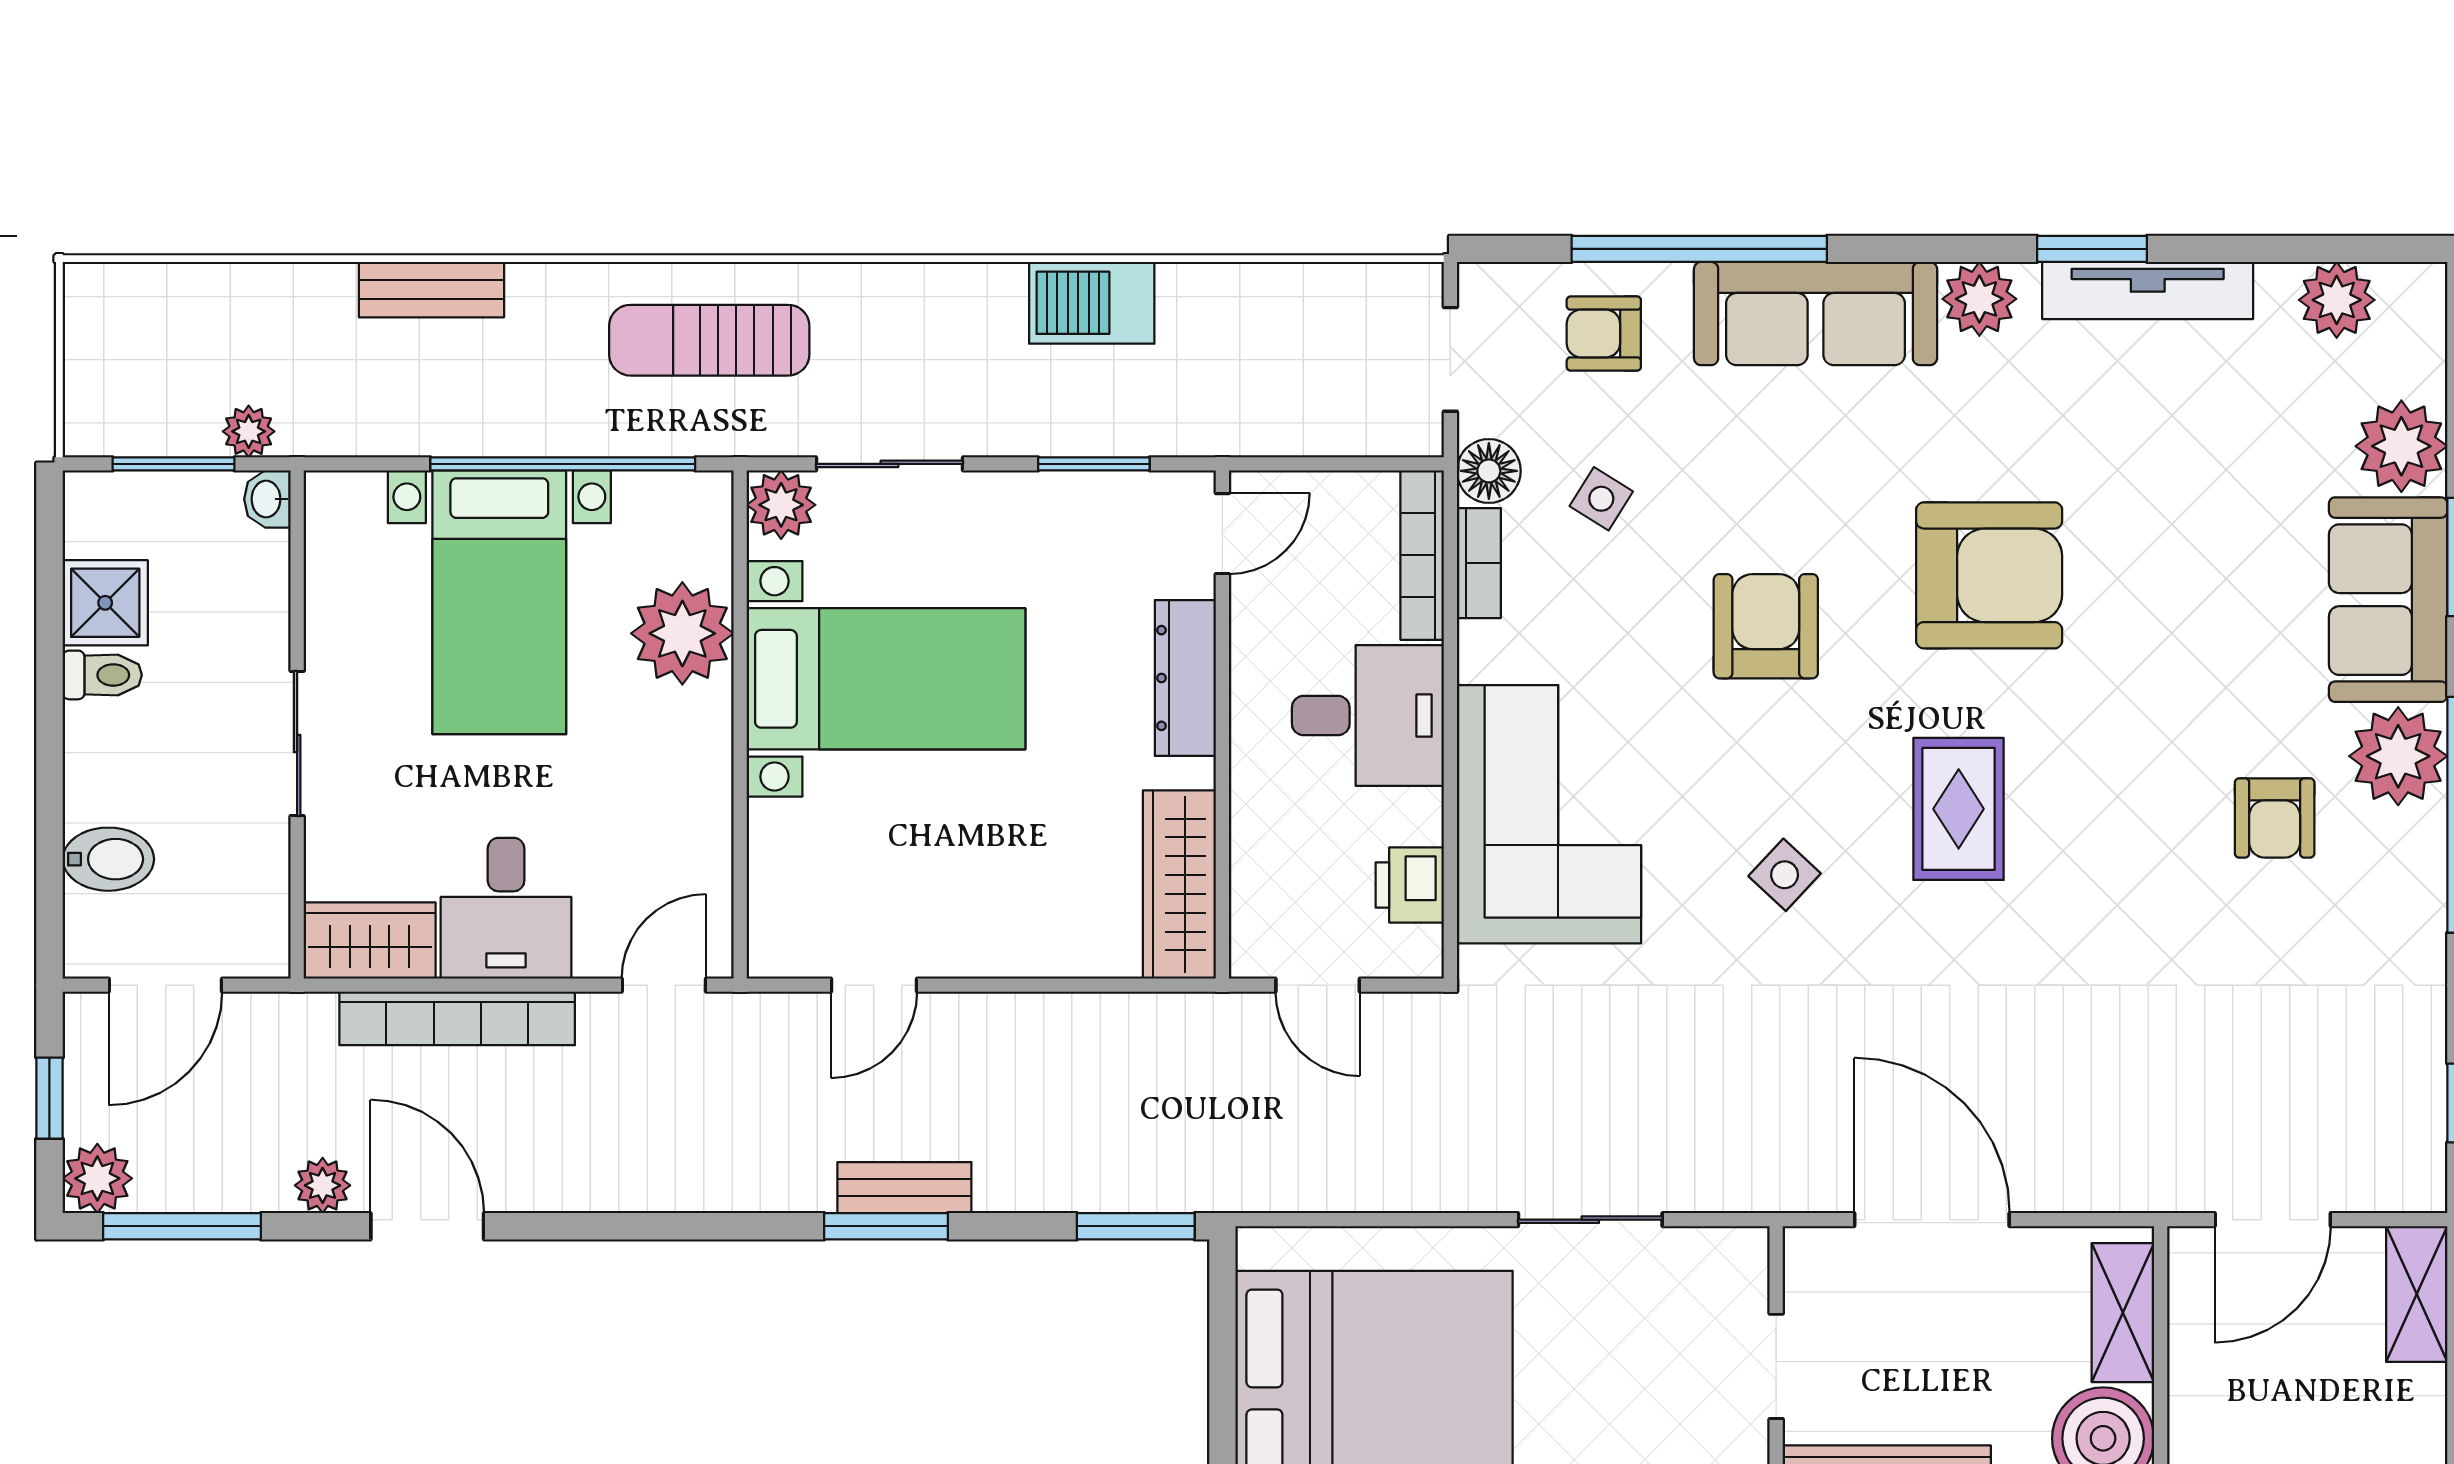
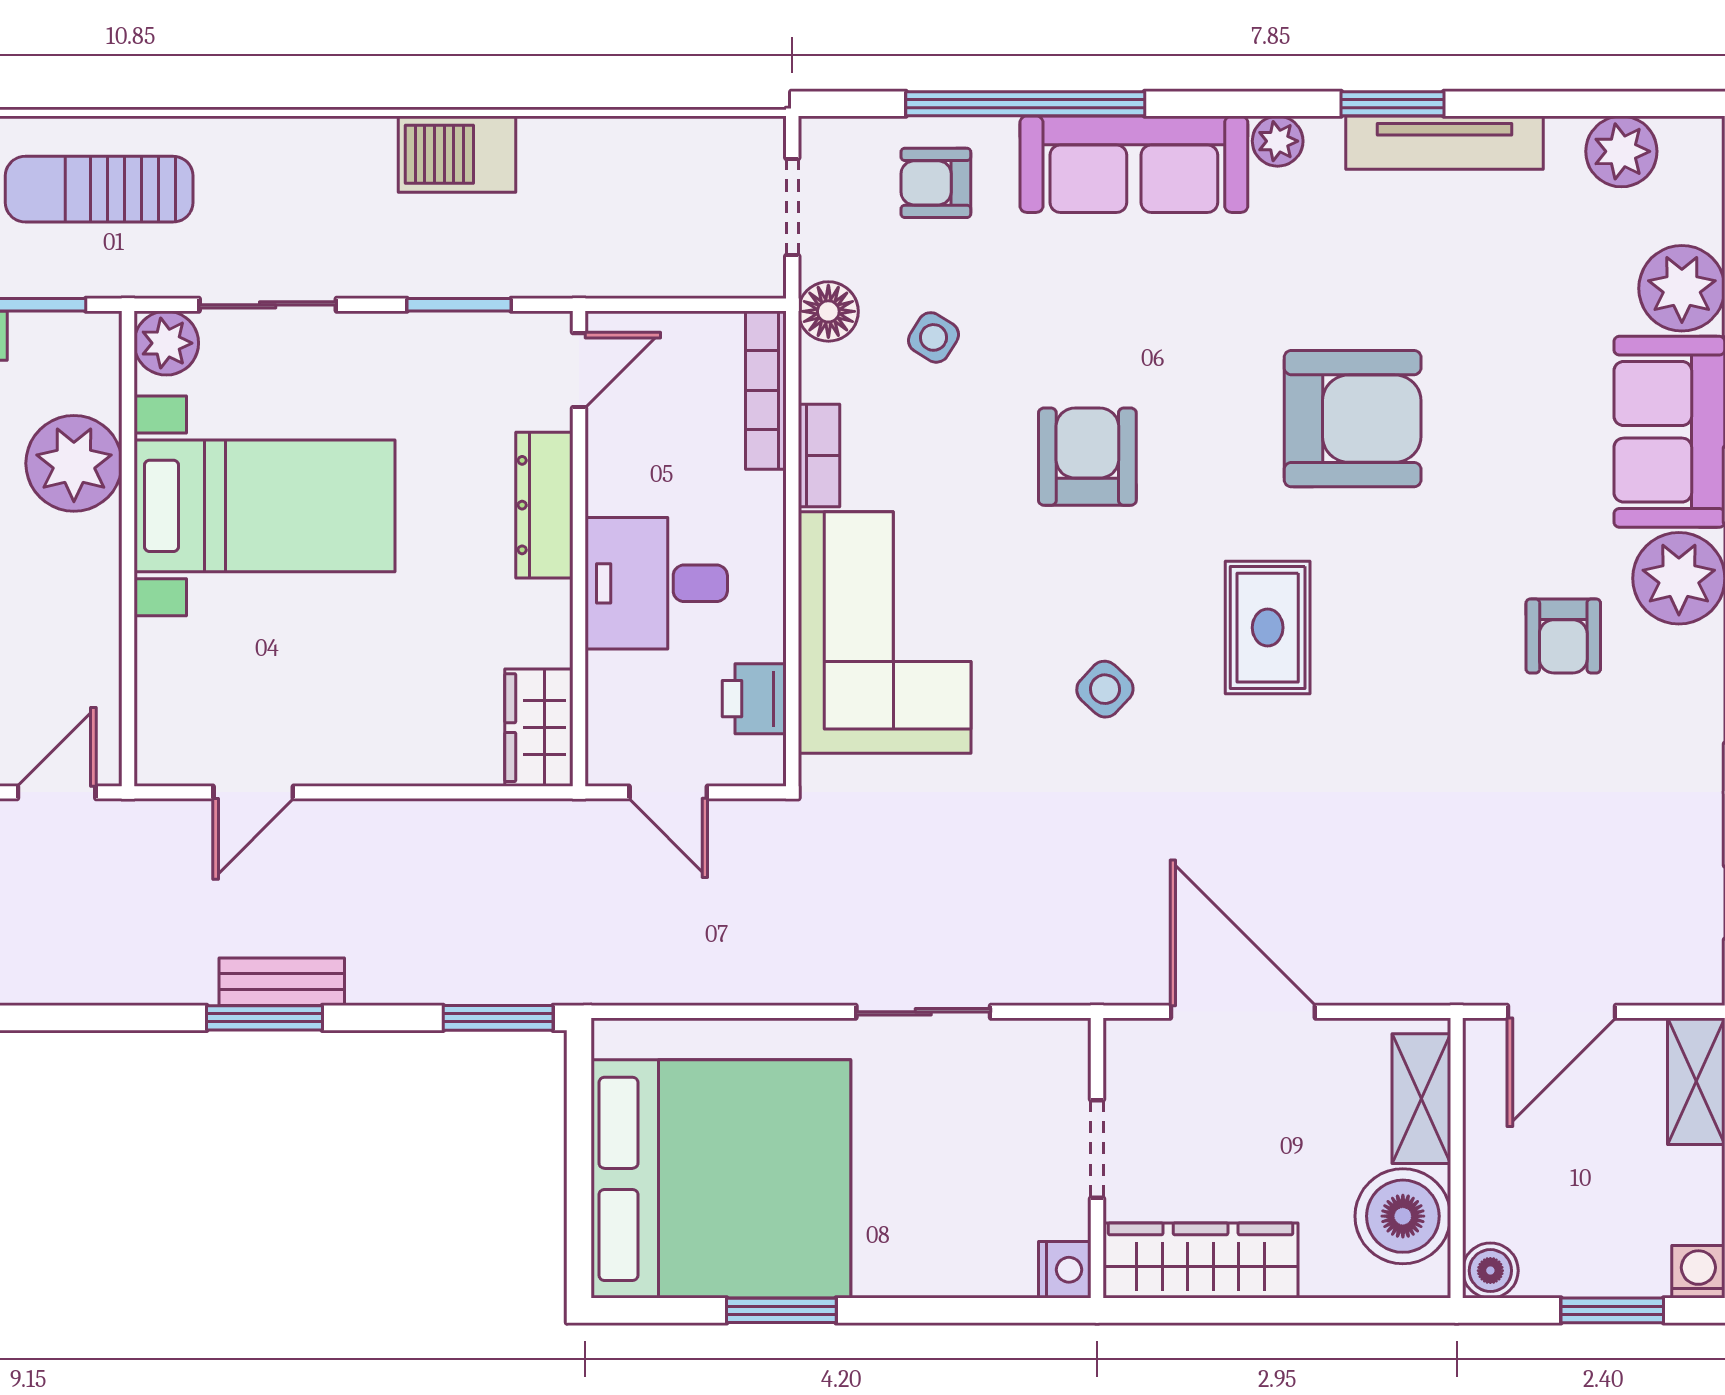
plant: (1979, 299) -> (1278, 141), width x0.73, depth x0.73
bookcase: (1479, 563) -> (819, 455), moved
armchair: (1989, 575) -> (1353, 419), moved
desk: (1368, 716) -> (656, 583), moved, turned 180
wardrobe: (1179, 884) -> (539, 728), width x0.67

